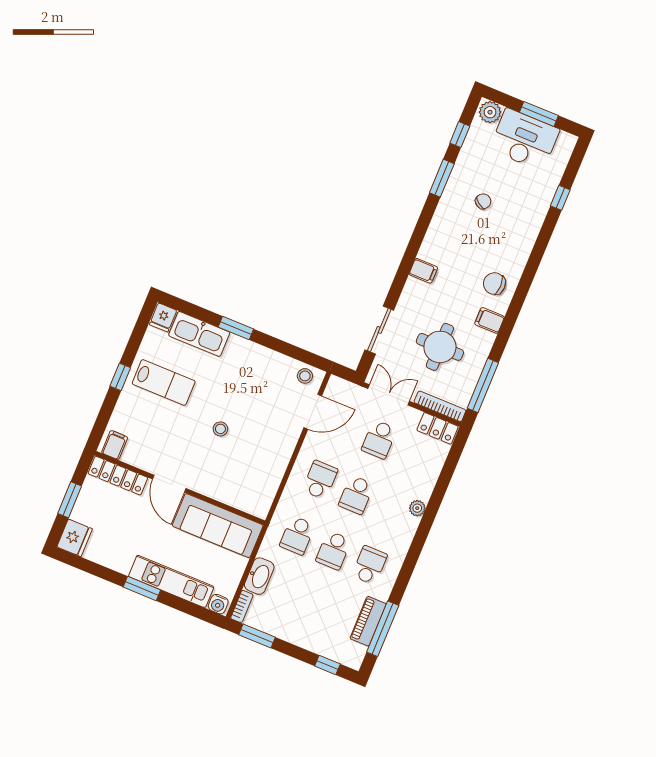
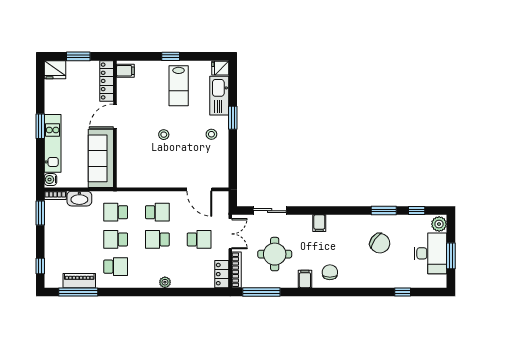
chair: (483, 201) -> (380, 243), width x1.87, depth x1.87
stool: (305, 376) -> (211, 134), moved
school desk: (379, 439) -> (199, 239), turned 180

